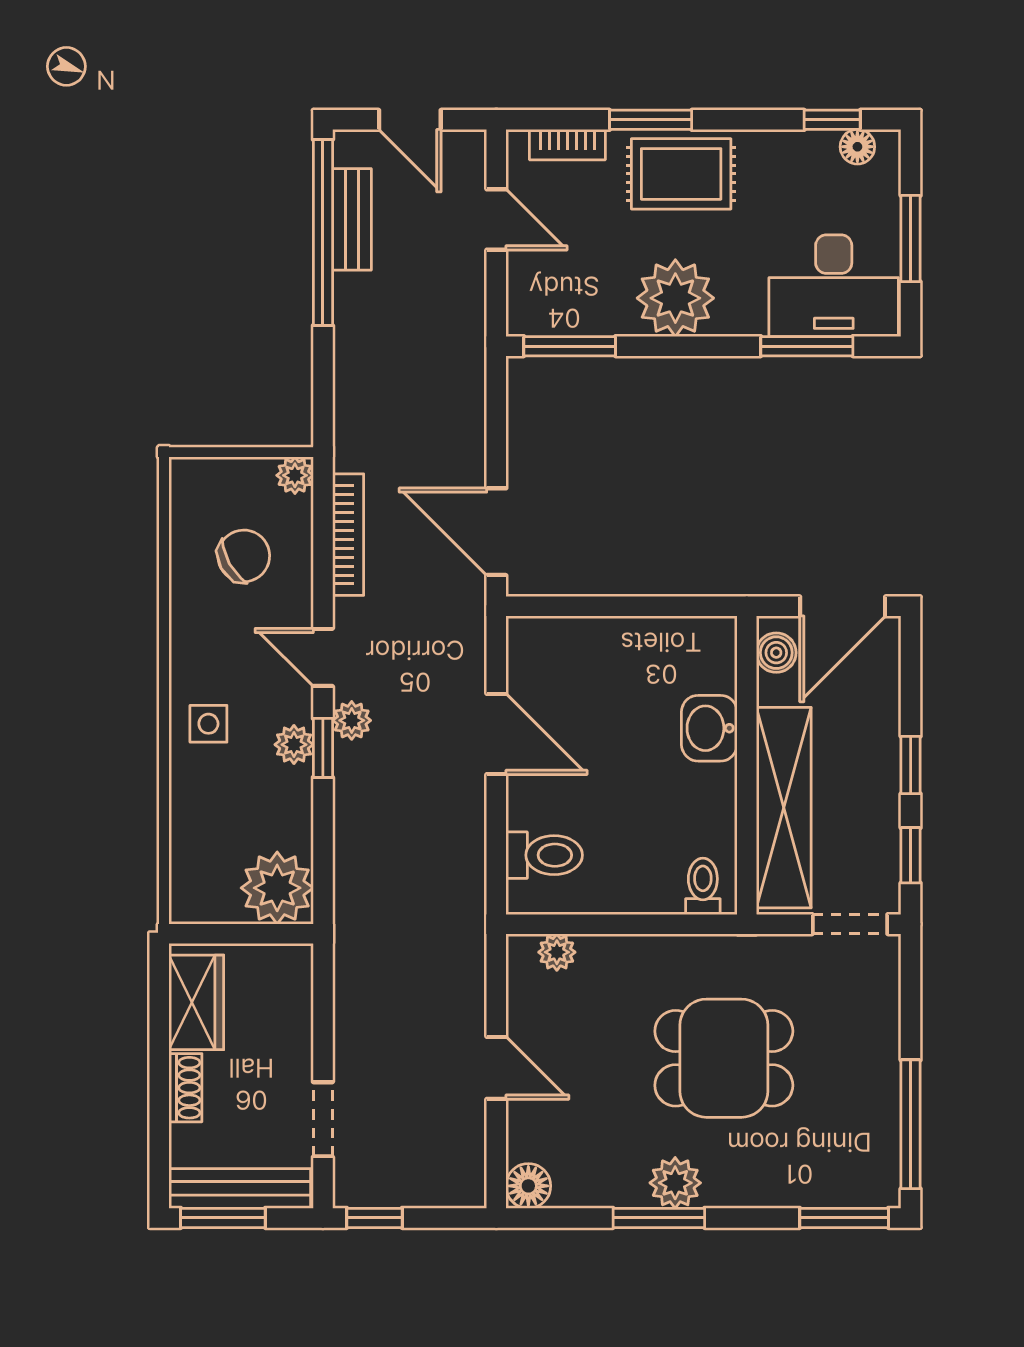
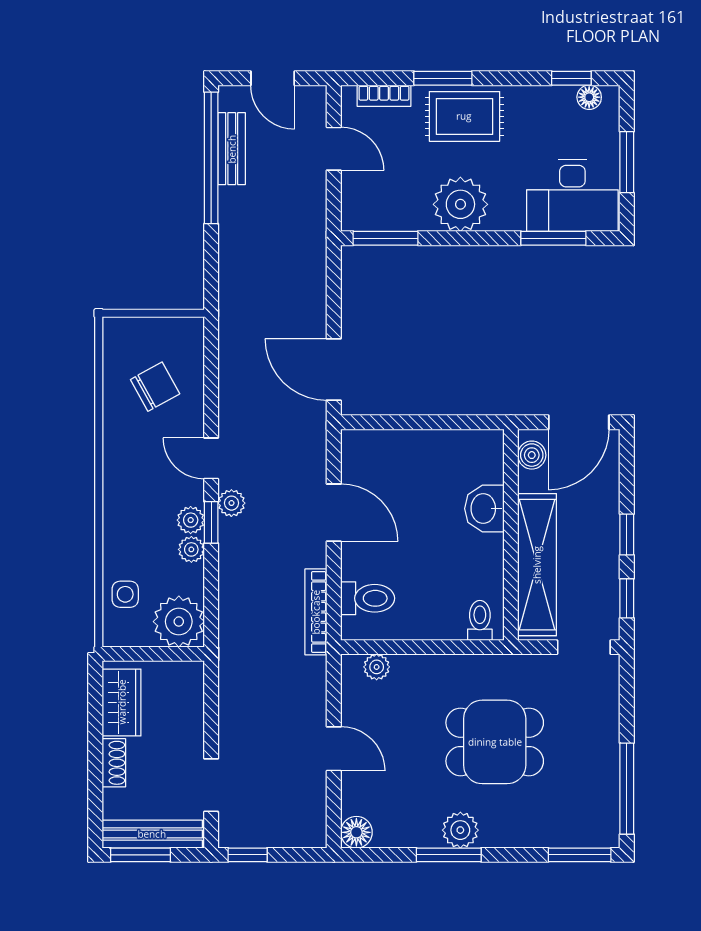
plant: (295, 475) -> (191, 549), moved
bookcase: (348, 535) -> (316, 612), moved, turned 180
side table: (208, 724) -> (125, 594), moved

